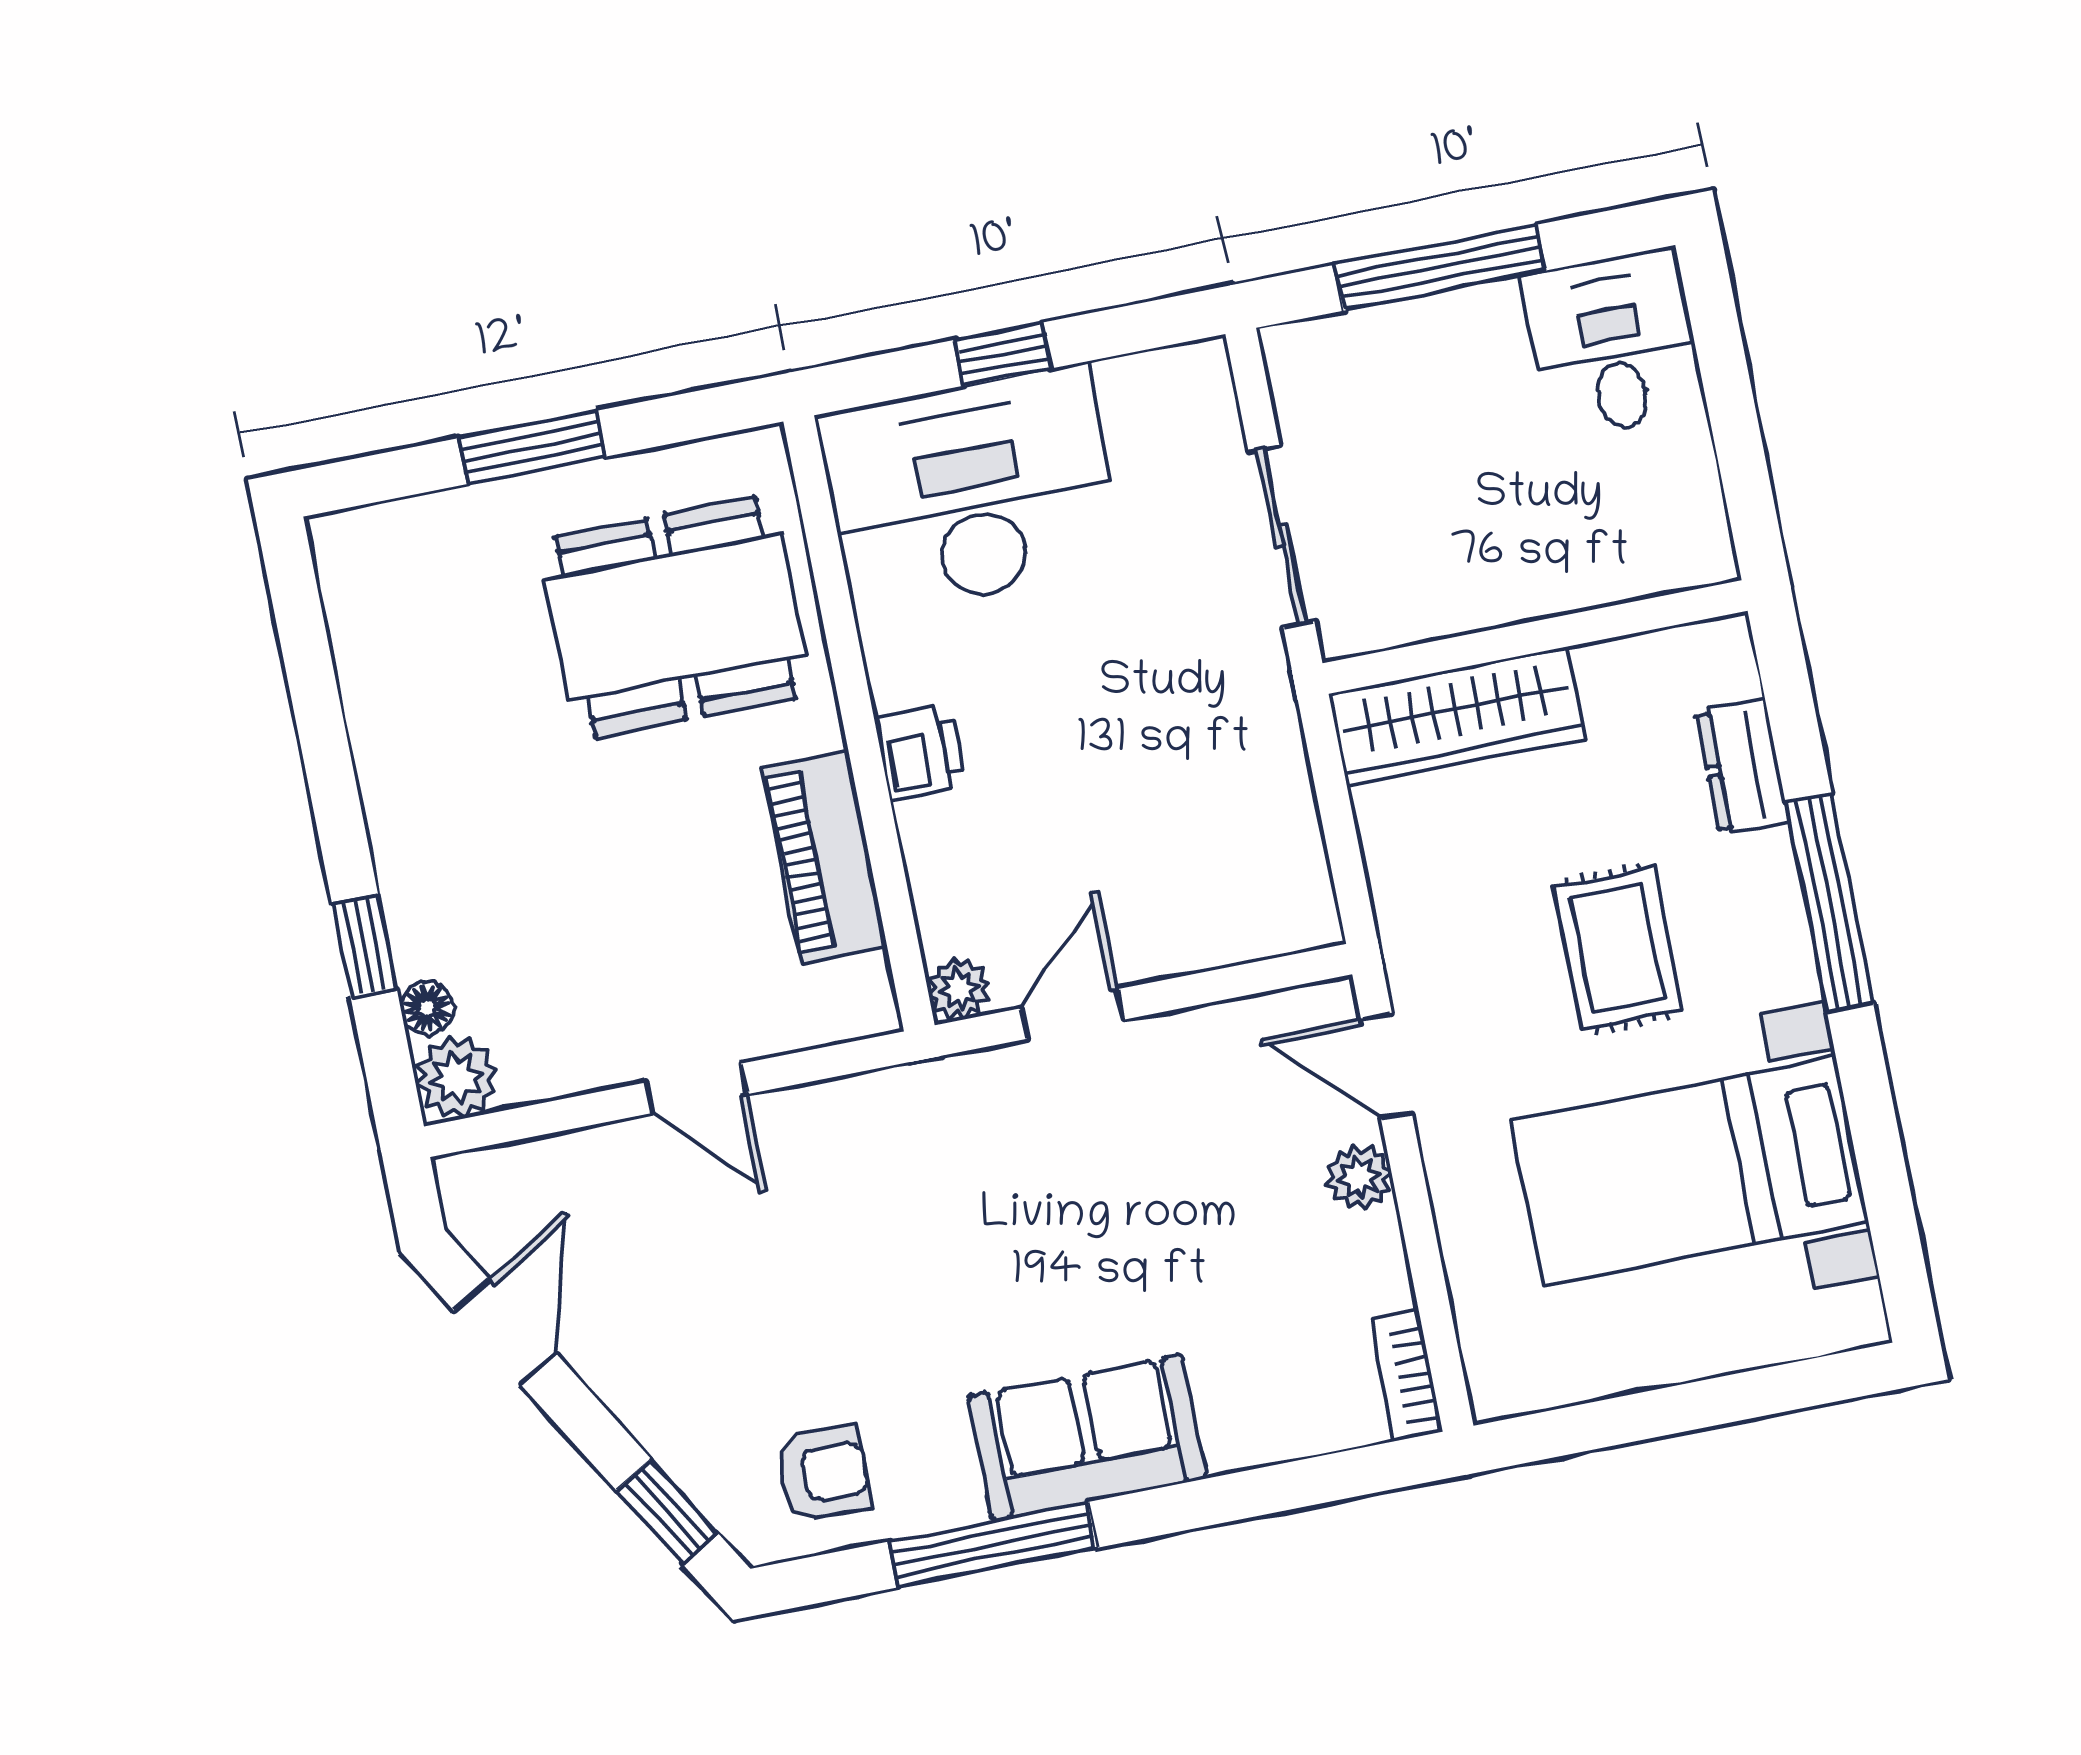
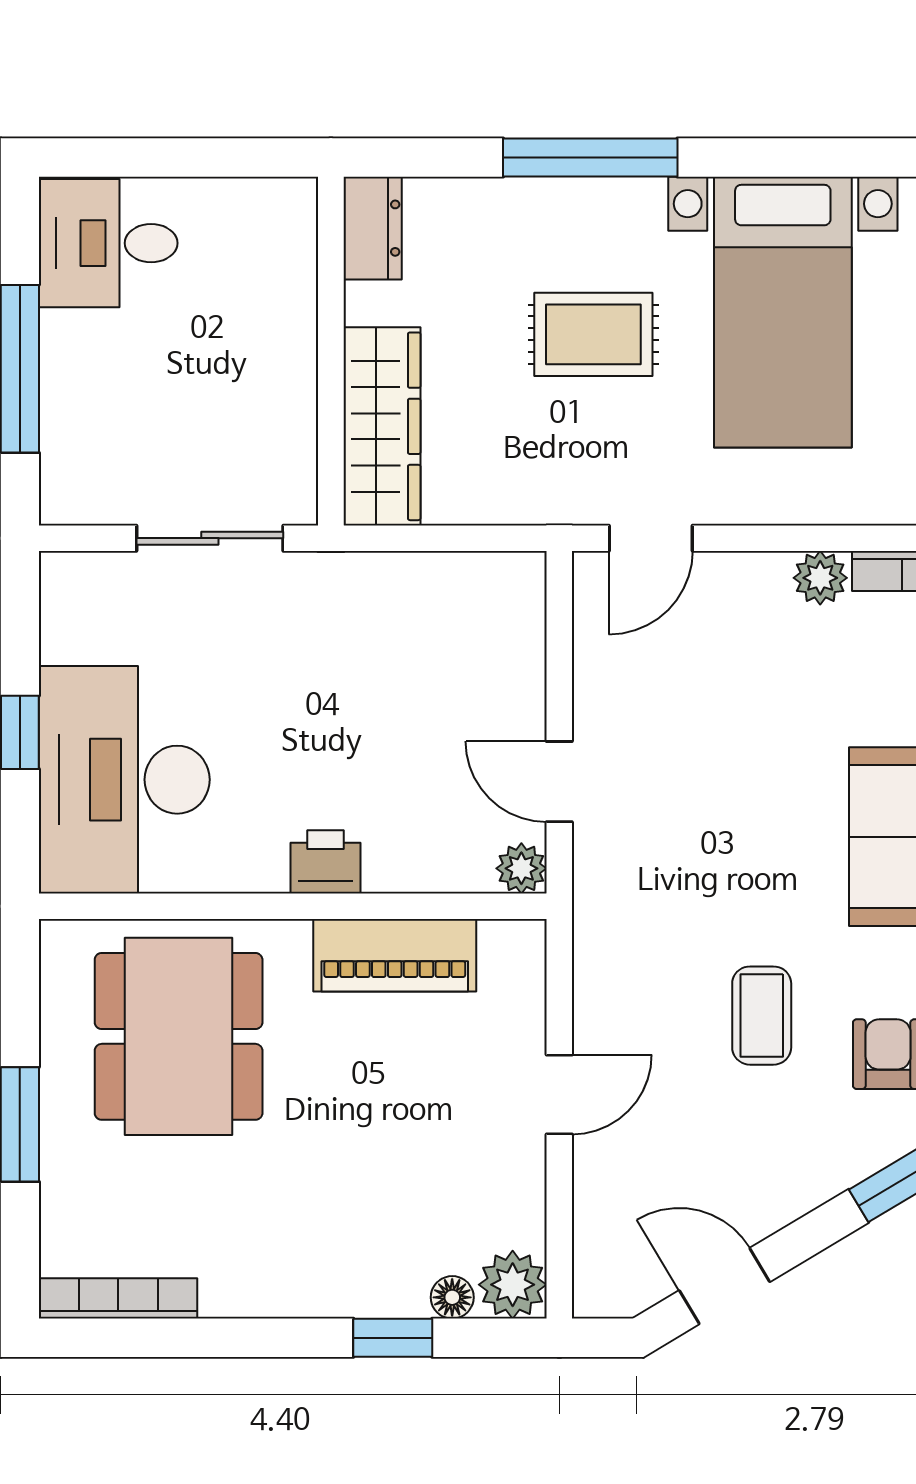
bookcase: (346, 607) -> (118, 1298), added
dresser: (1742, 766) -> (373, 228), moved, turned -90
plant: (1359, 1178) -> (820, 578), moved
coffee table: (839, 1313) -> (762, 1016), added

